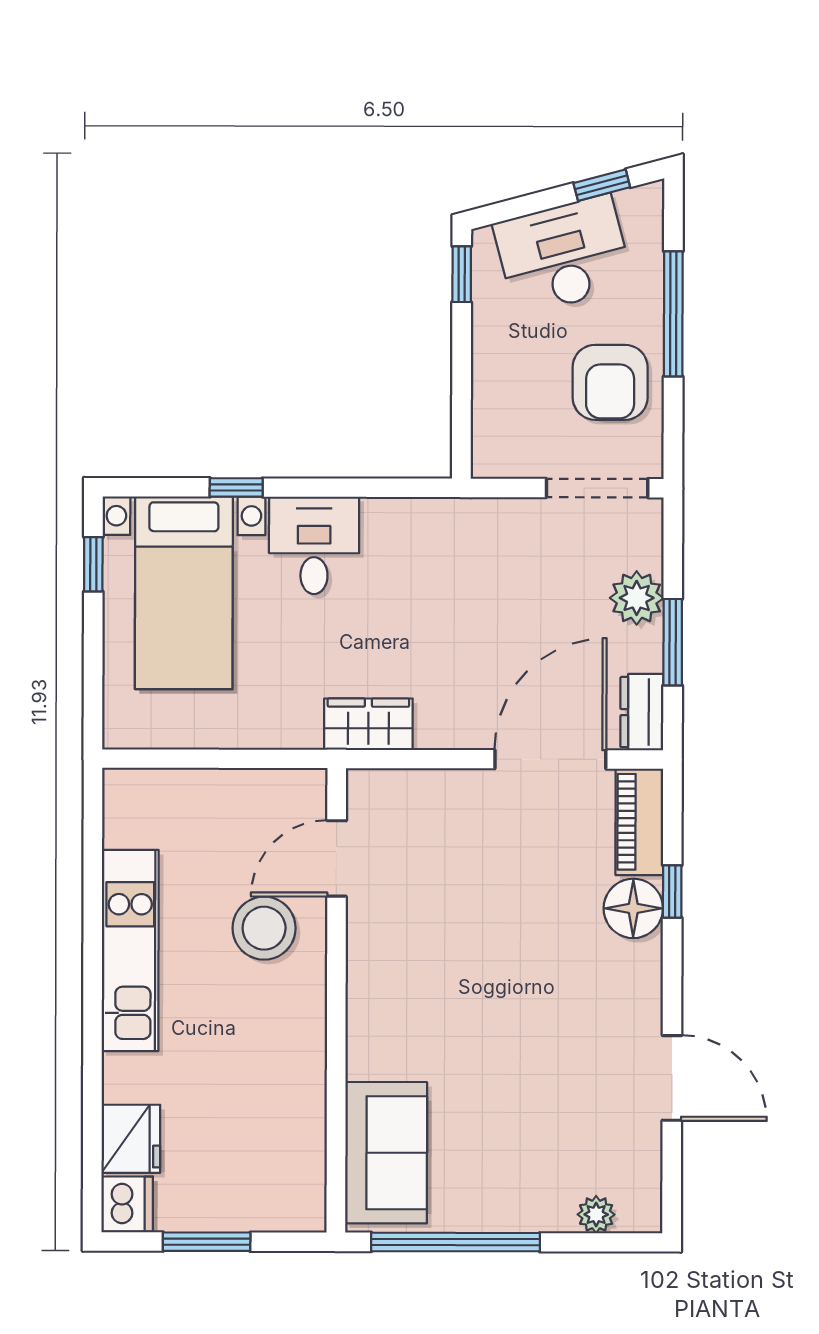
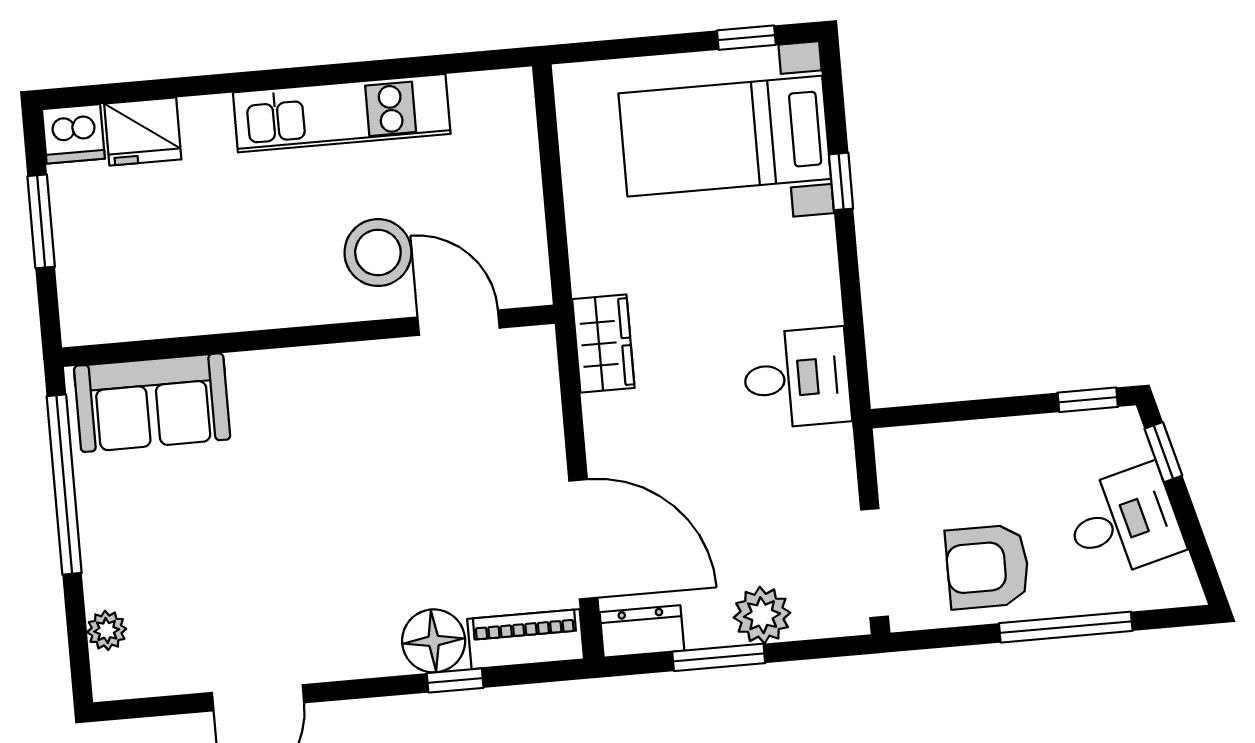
window: (602, 185) -> (1163, 452), moved
desk: (563, 255) -> (1124, 522), width x0.73
desk: (314, 545) -> (797, 378), moved

